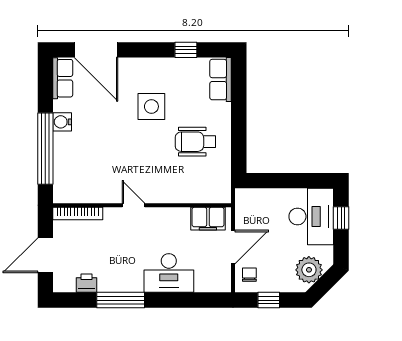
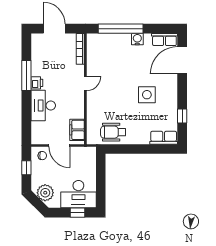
wheelchair: (195, 142) -> (113, 132), moved, turned -90
printer: (86, 283) -> (37, 83), moved

